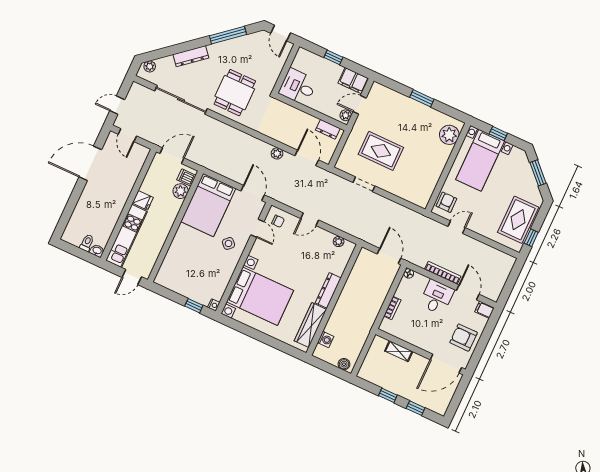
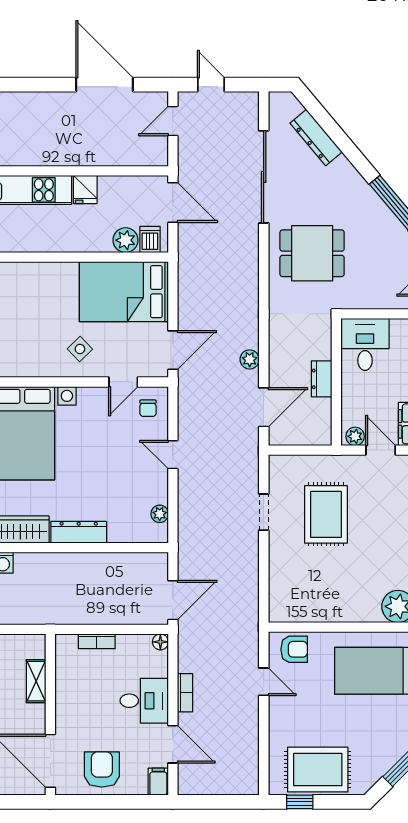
dresser: (191, 56) -> (316, 137), moved
plant: (150, 66) -> (292, 107), removed
dresser: (328, 129) -> (322, 379), moved
bookcase: (443, 273) -> (185, 693), width x0.64
door: (468, 292) -> (173, 744), hinge flipped

